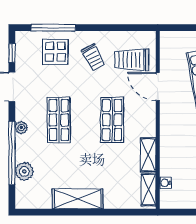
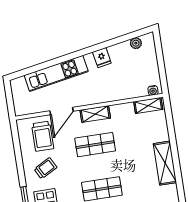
shelving: (148, 155) -> (95, 114), moved
water cooler: (165, 183) -> (153, 90), moved

